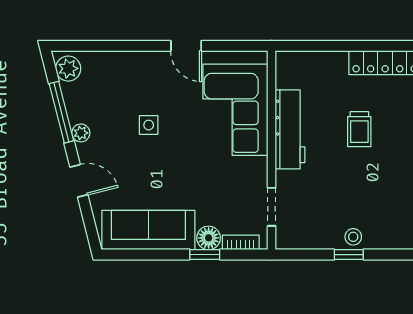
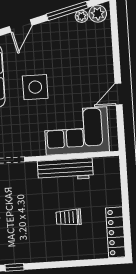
side table: (149, 125) -> (35, 87), moved, width x1.87, depth x1.87
plant: (81, 133) -> (82, 16), moved

